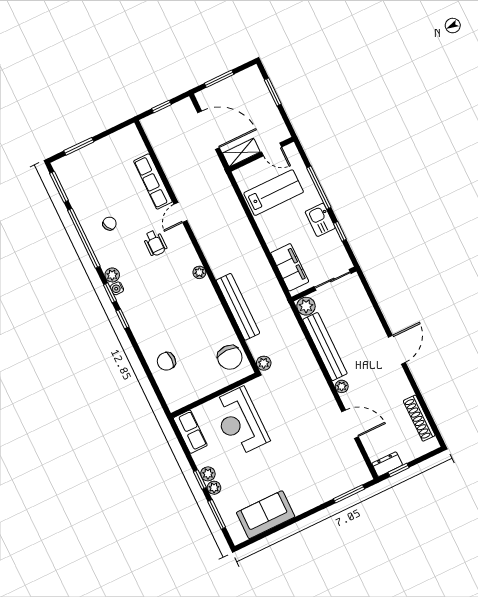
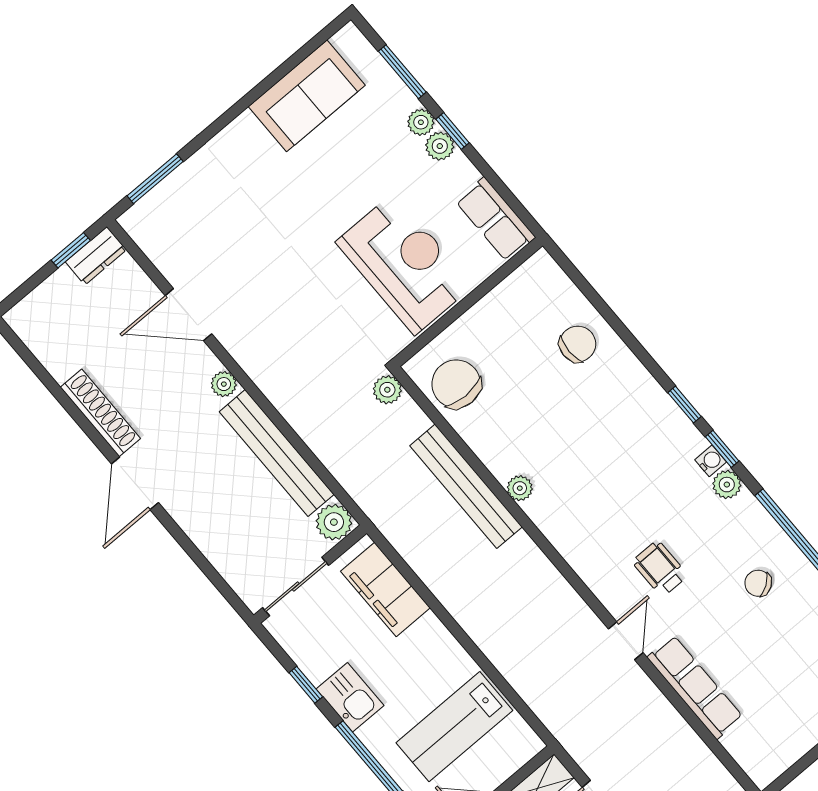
chair: (109, 224) -> (758, 583), turned 84
plant: (199, 272) -> (520, 488), moved
shoe rack: (419, 418) -> (100, 413), moved

